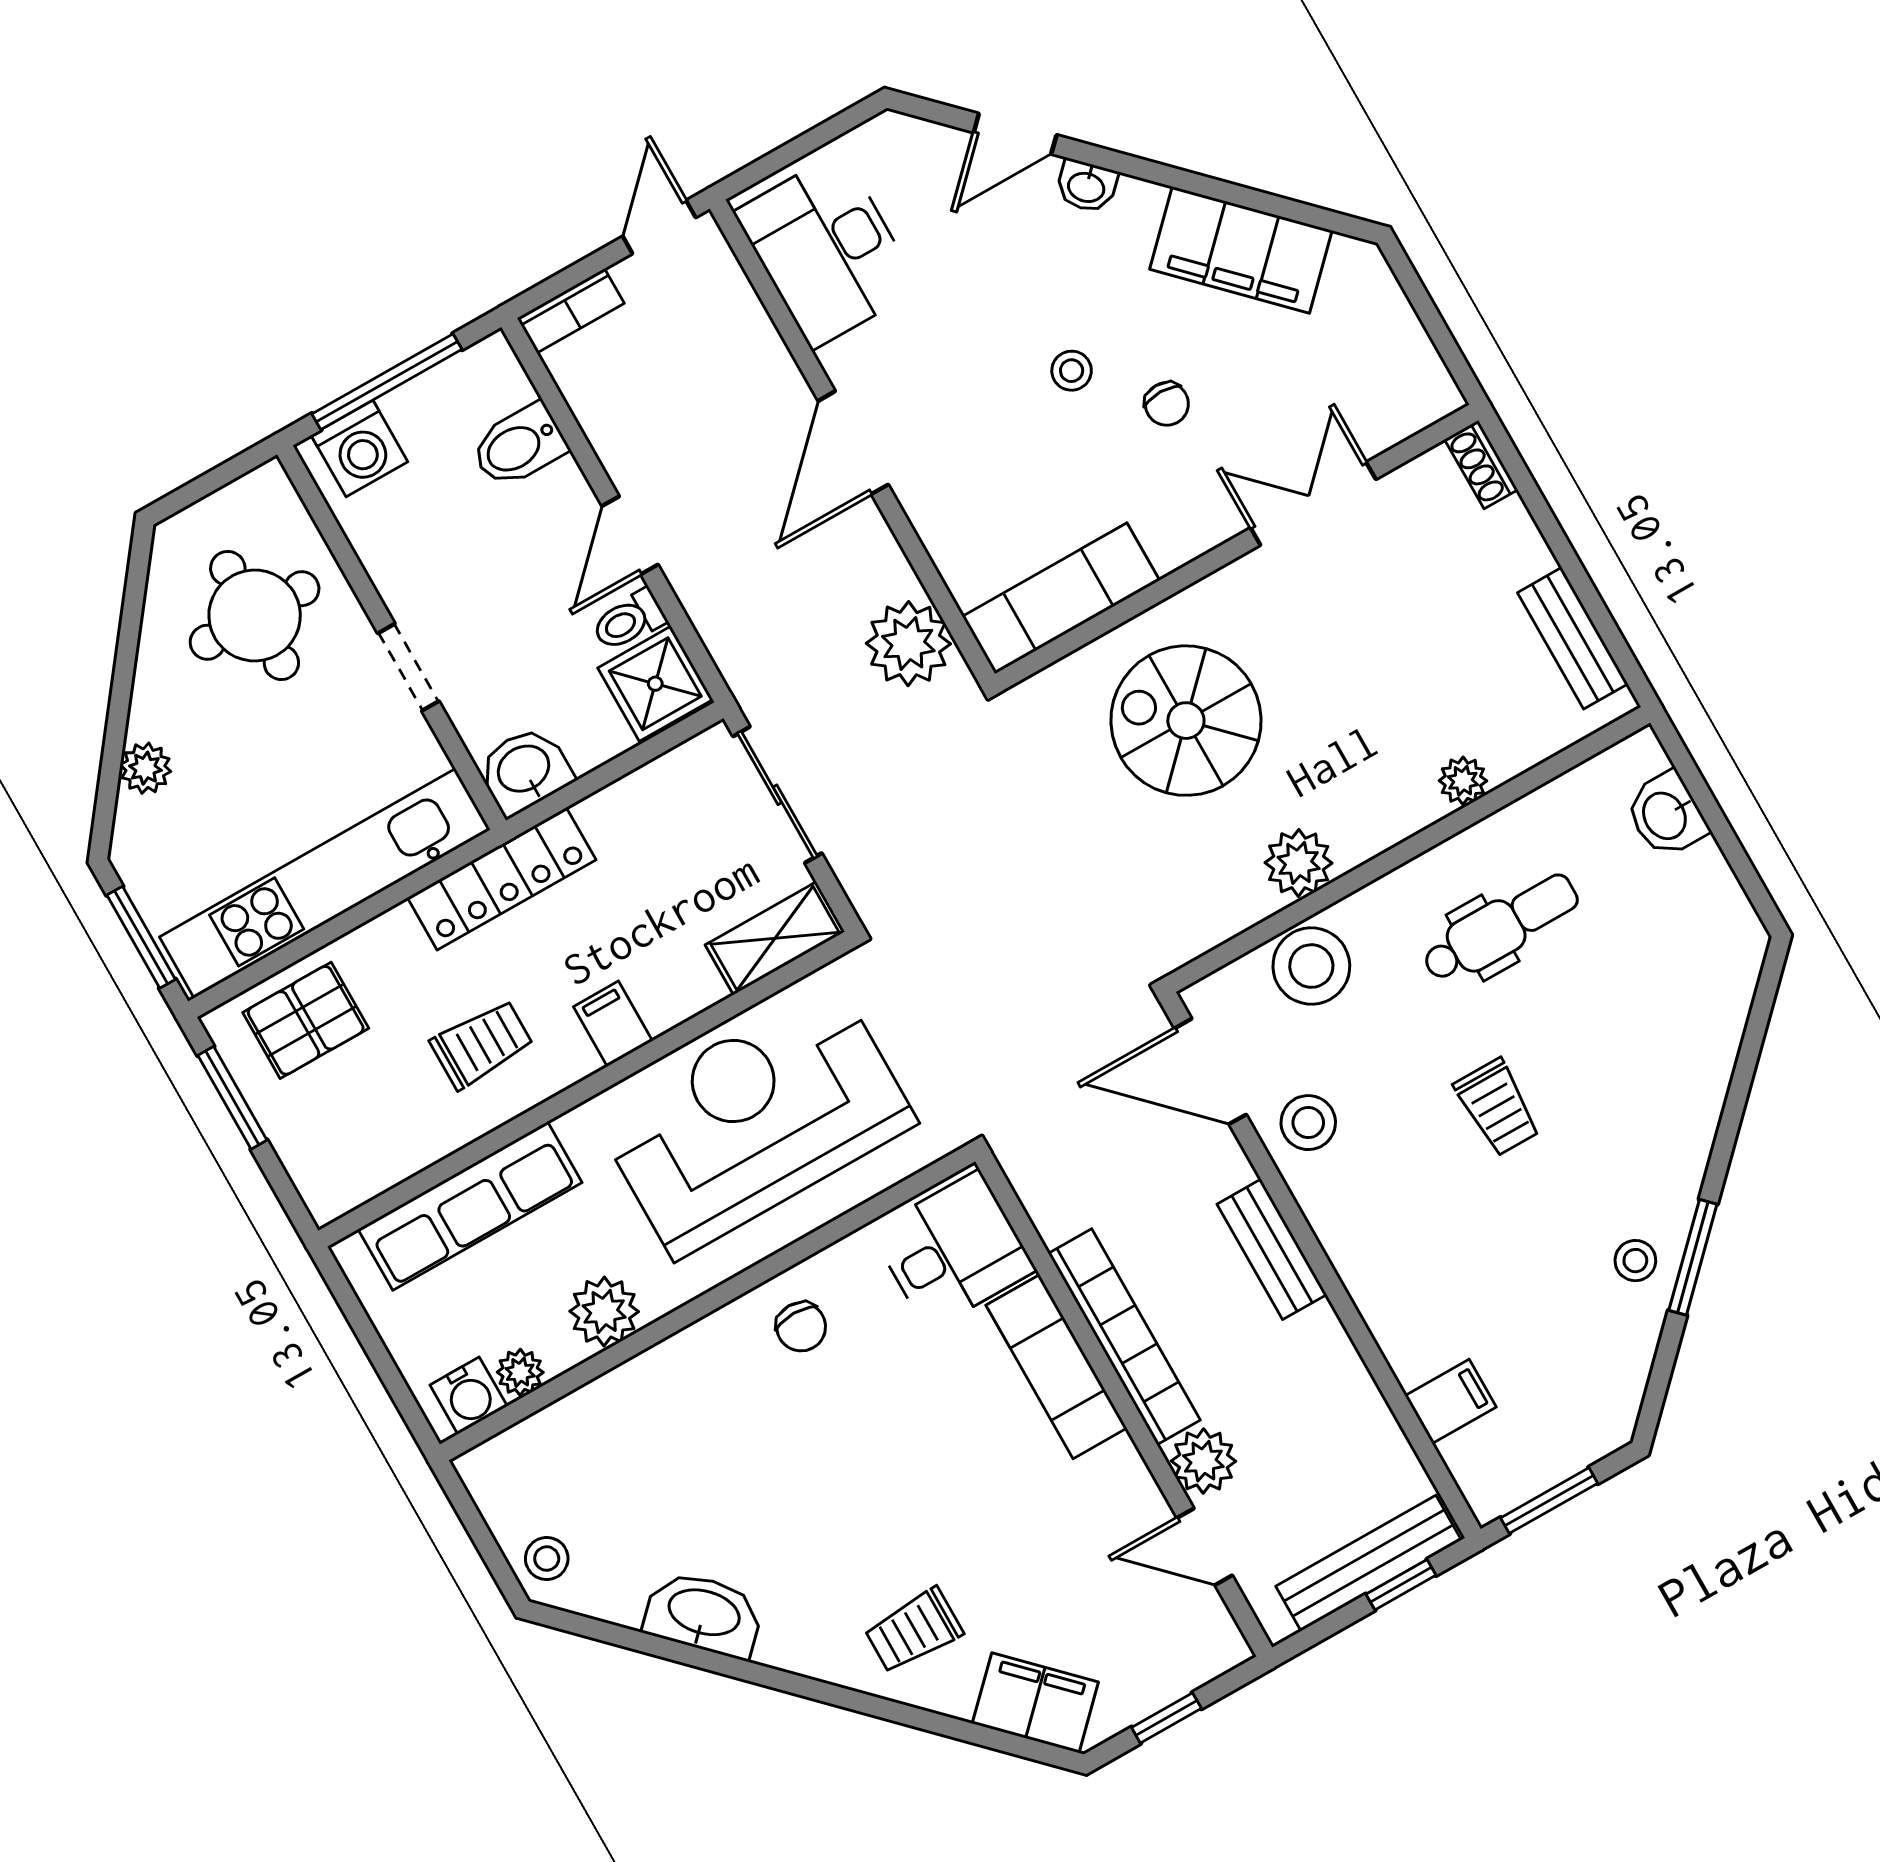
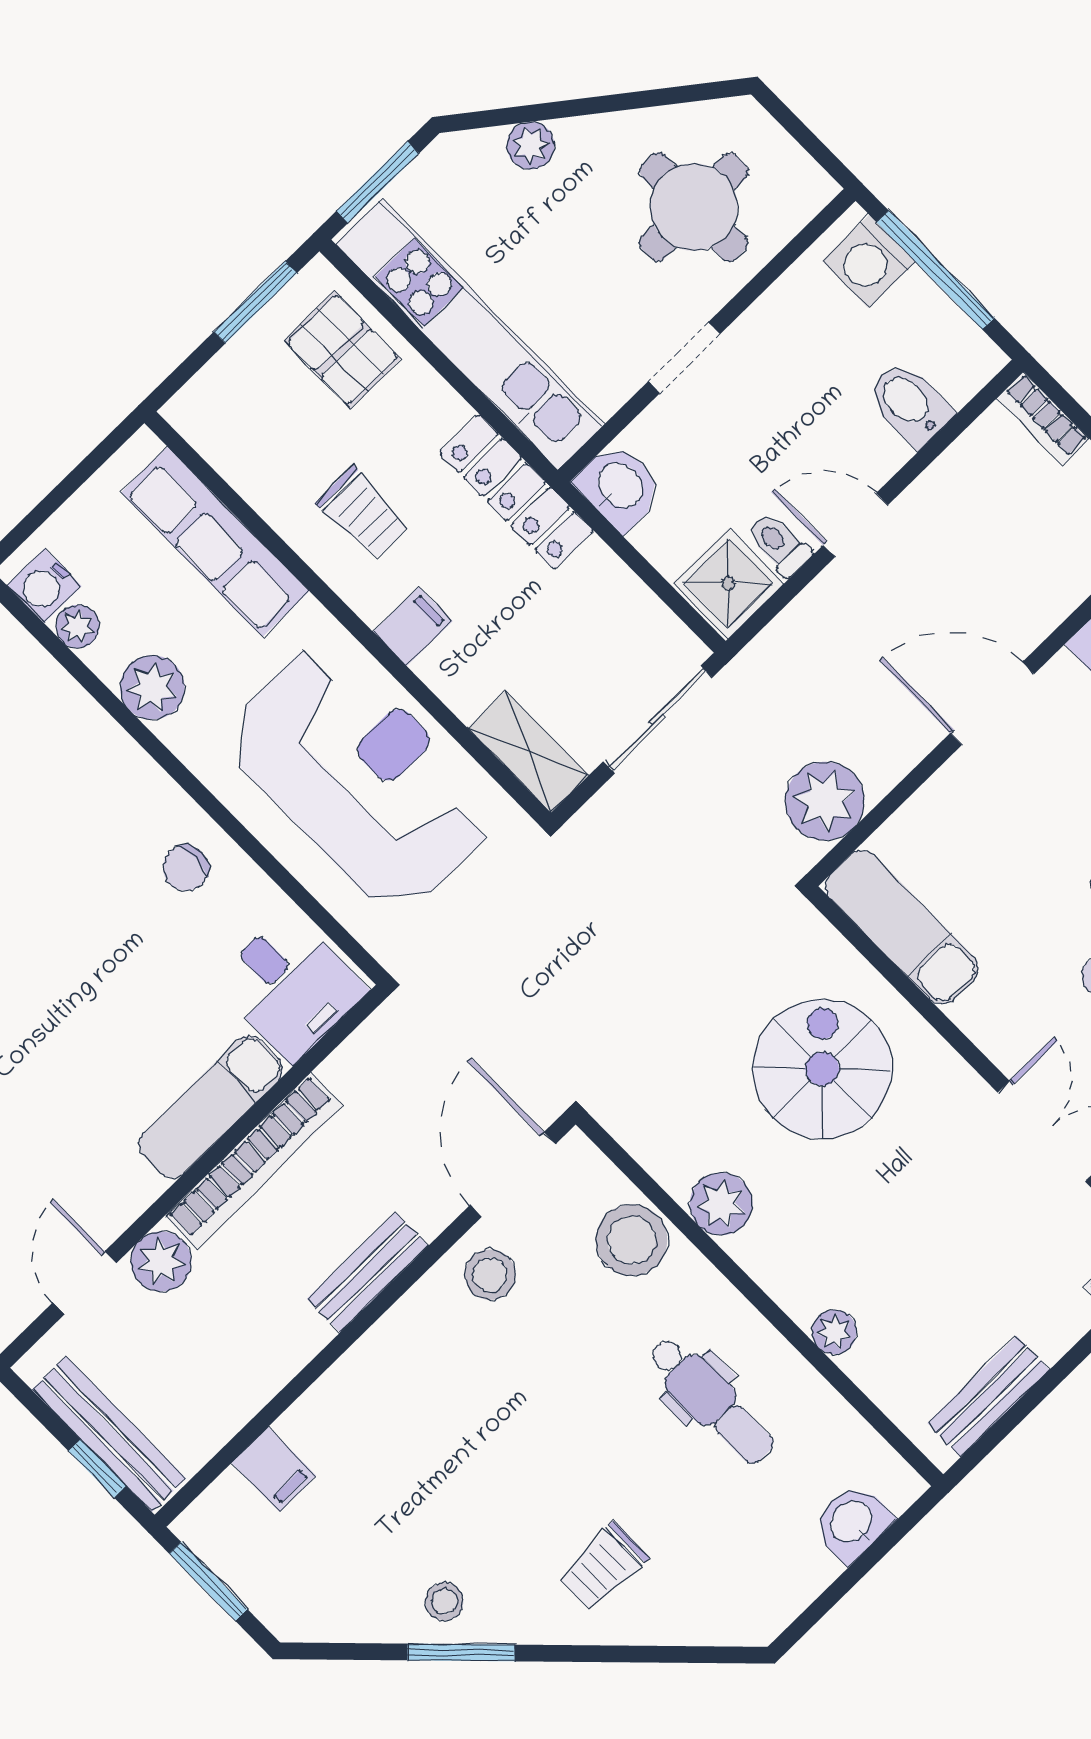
trolley: (1497, 1107) -> (603, 1567), moved

